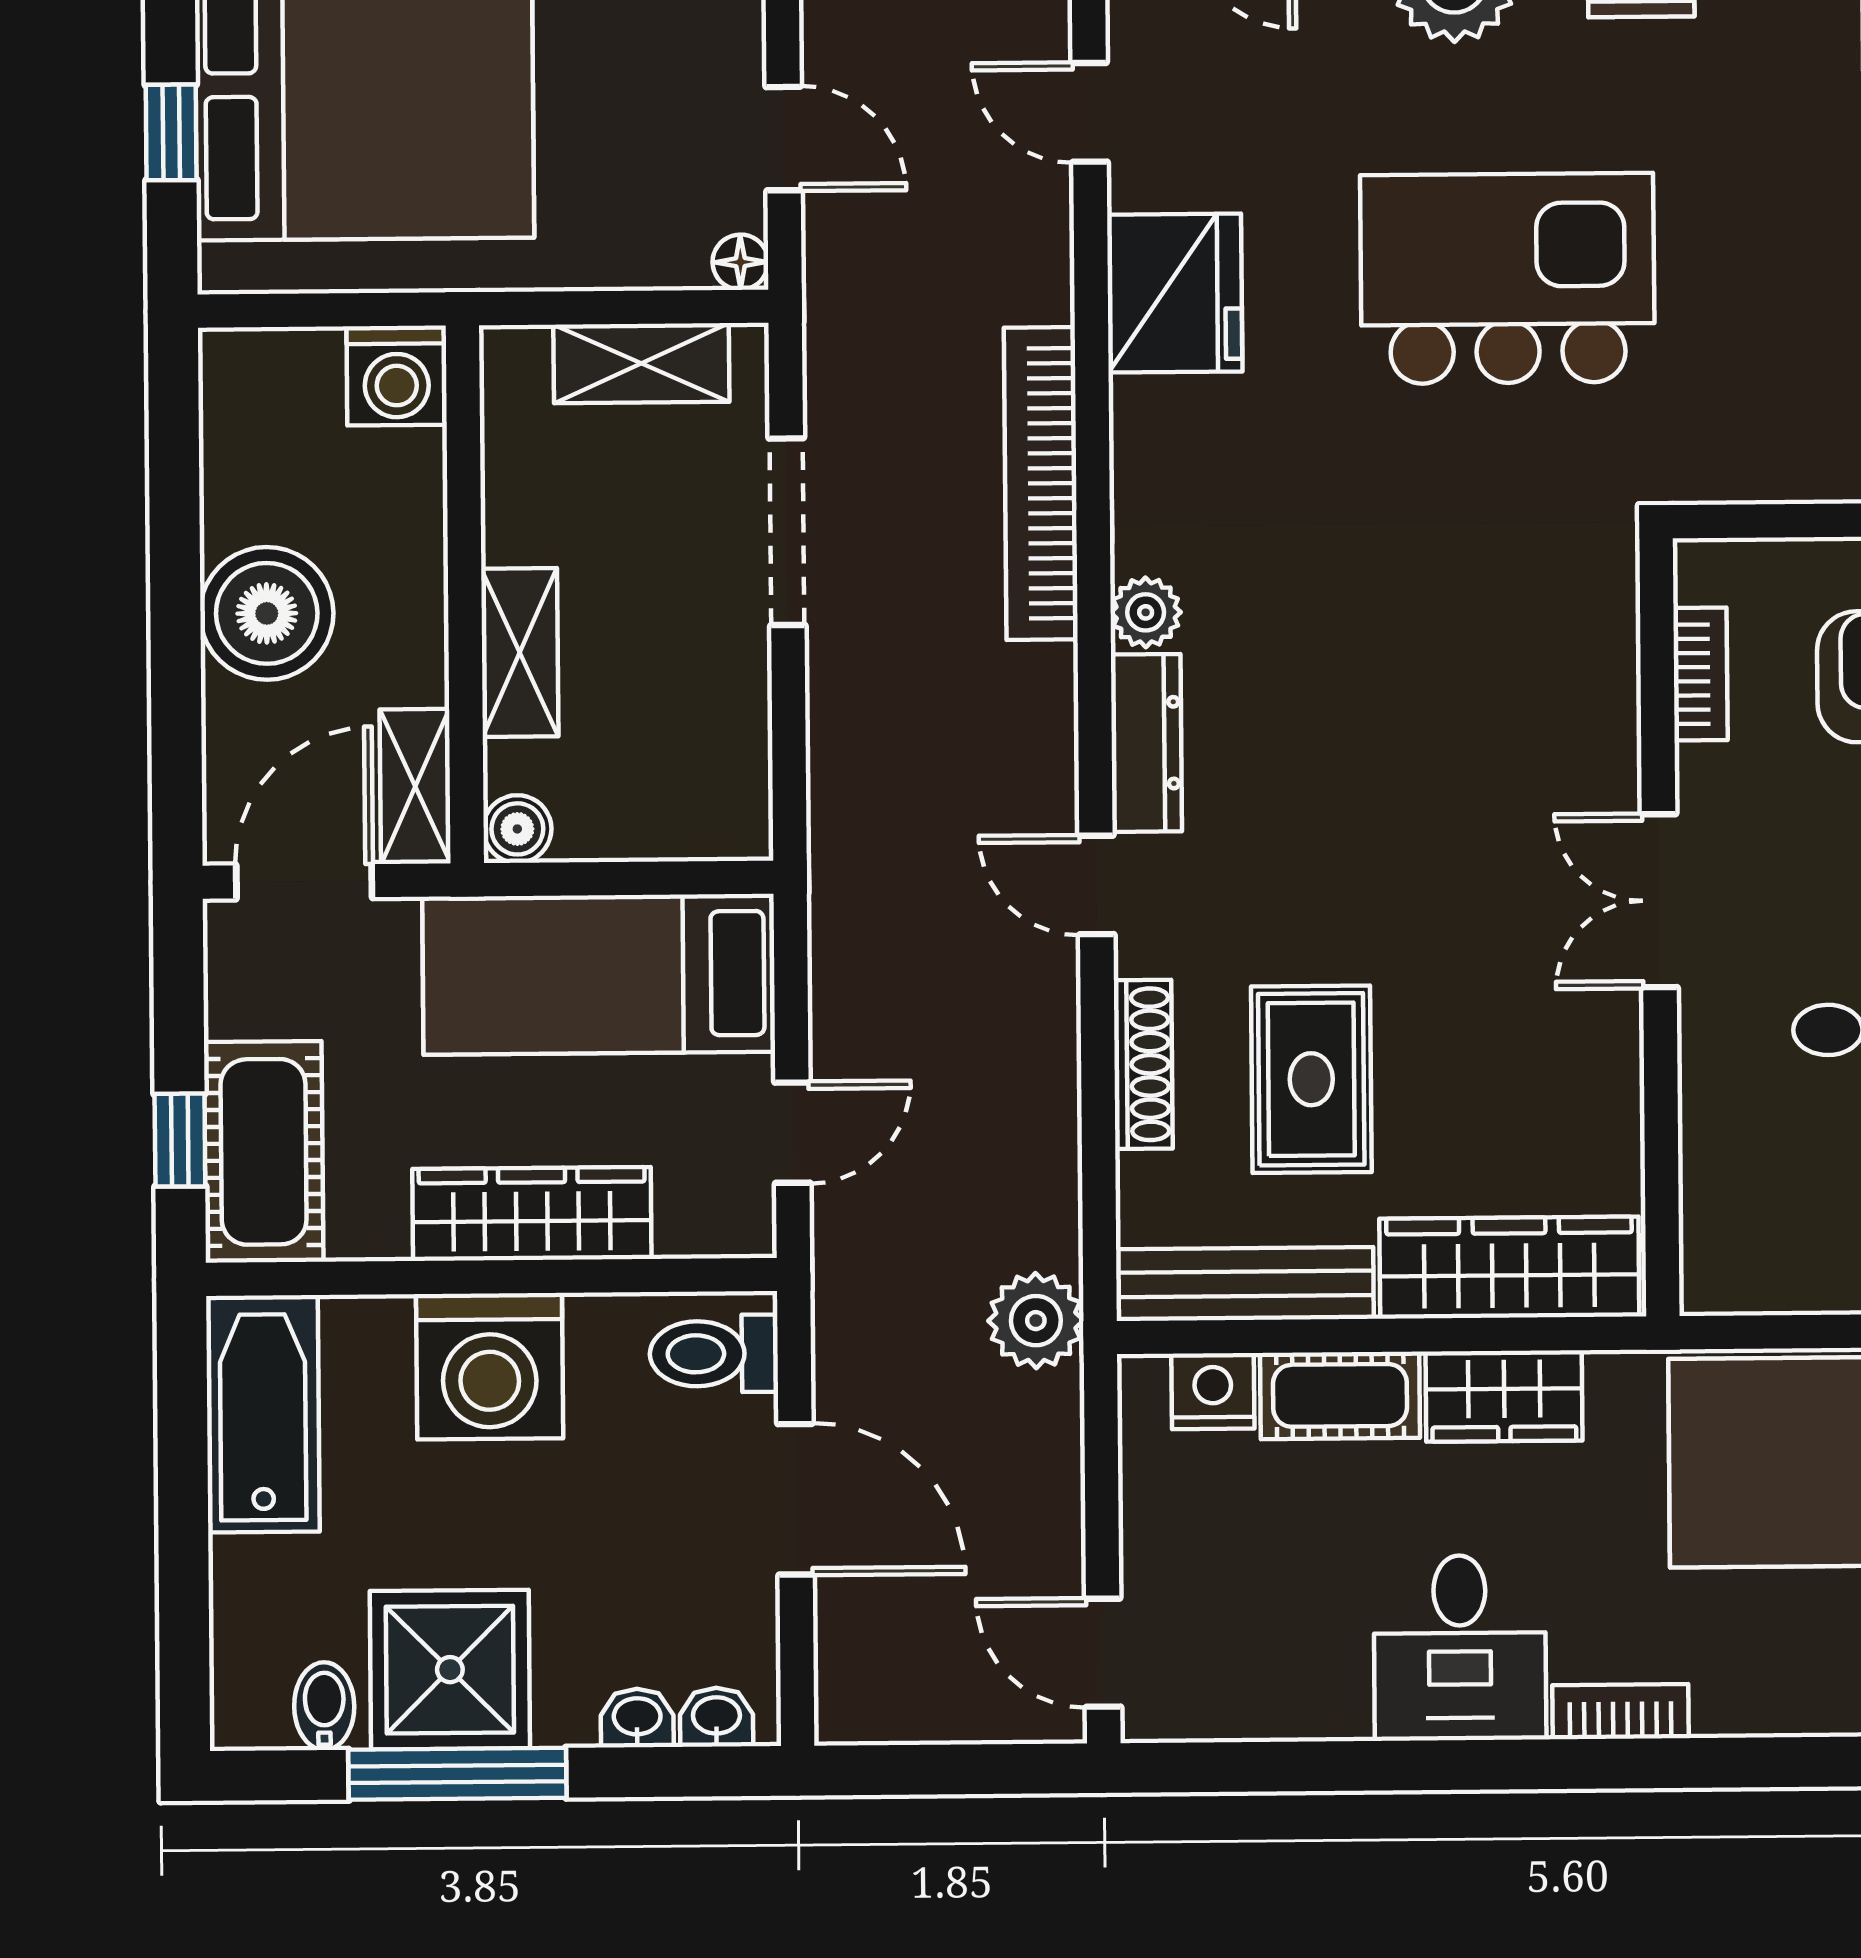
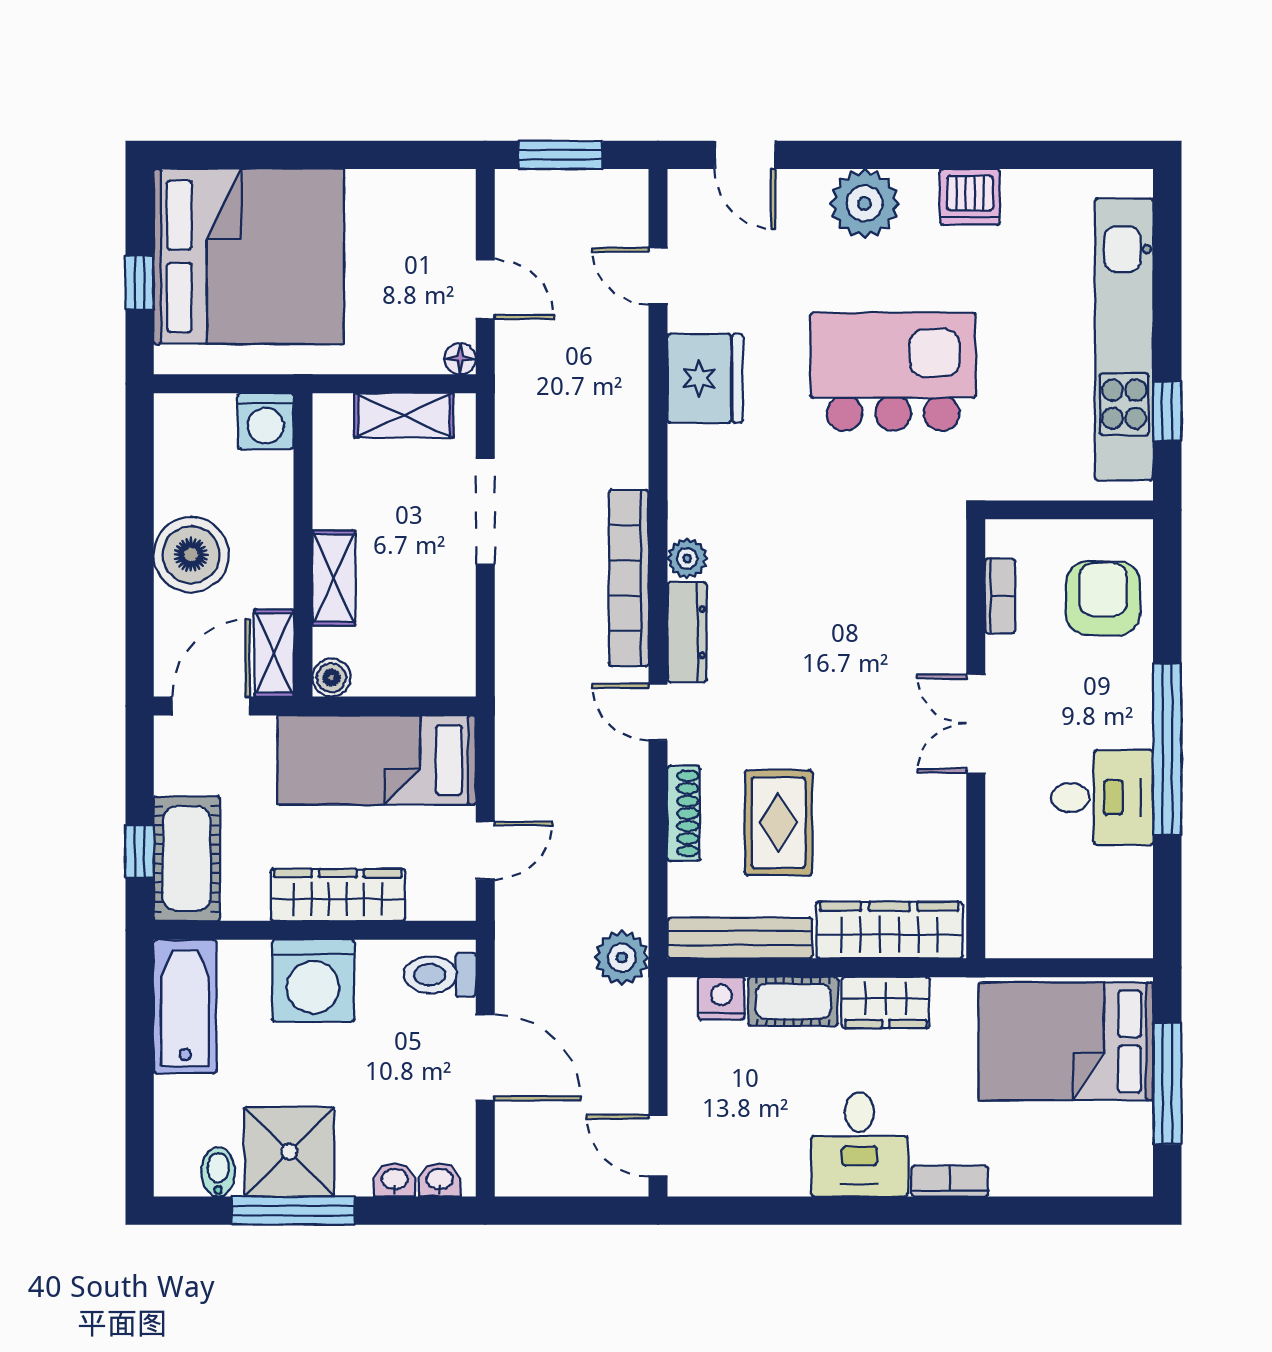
bookcase: (1041, 483) -> (629, 578), moved

